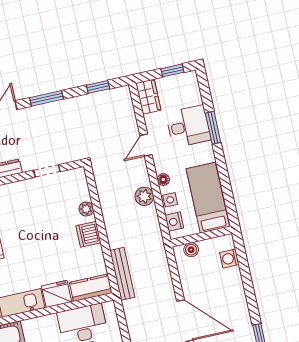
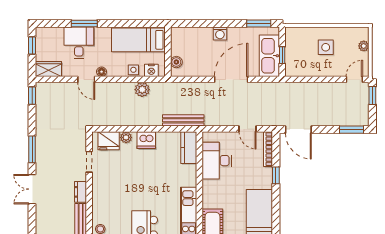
window: (98, 87) -> (32, 96), moved
floor lamp: (163, 180) -> (102, 72), moved
plant: (144, 196) -> (142, 90), moved
washing machine: (229, 259) -> (220, 34), moved
fridge: (57, 294) -> (109, 141), moved, turned -90

